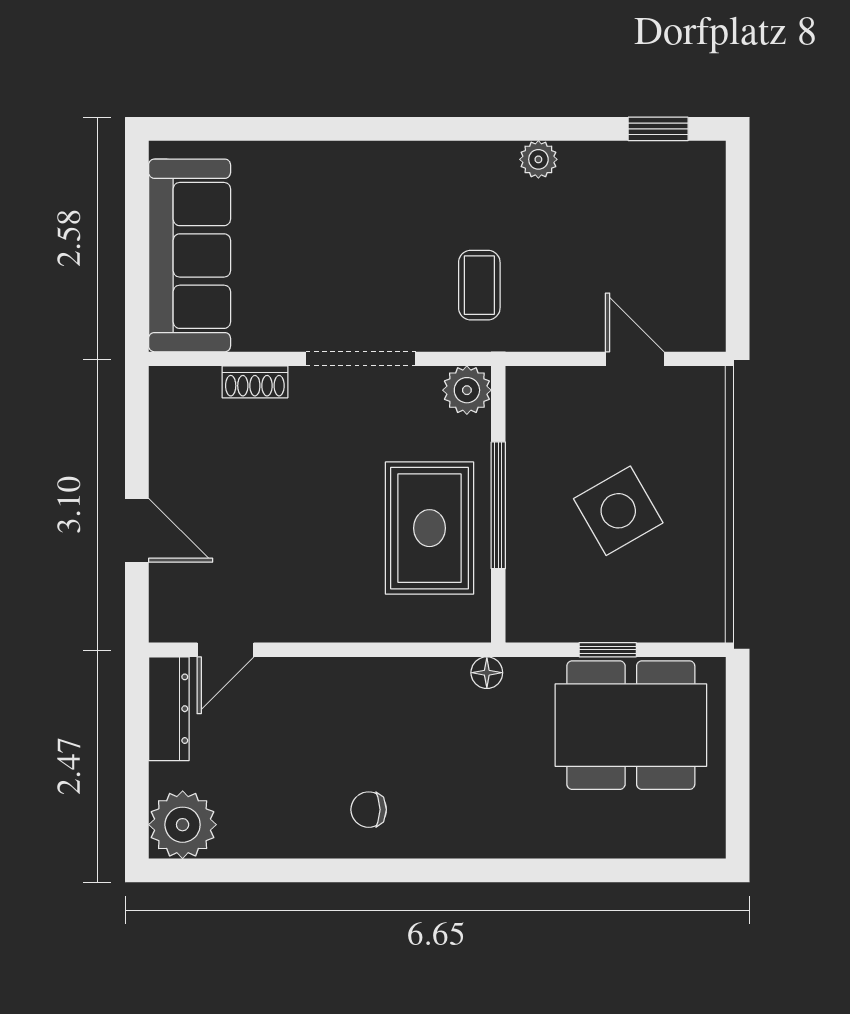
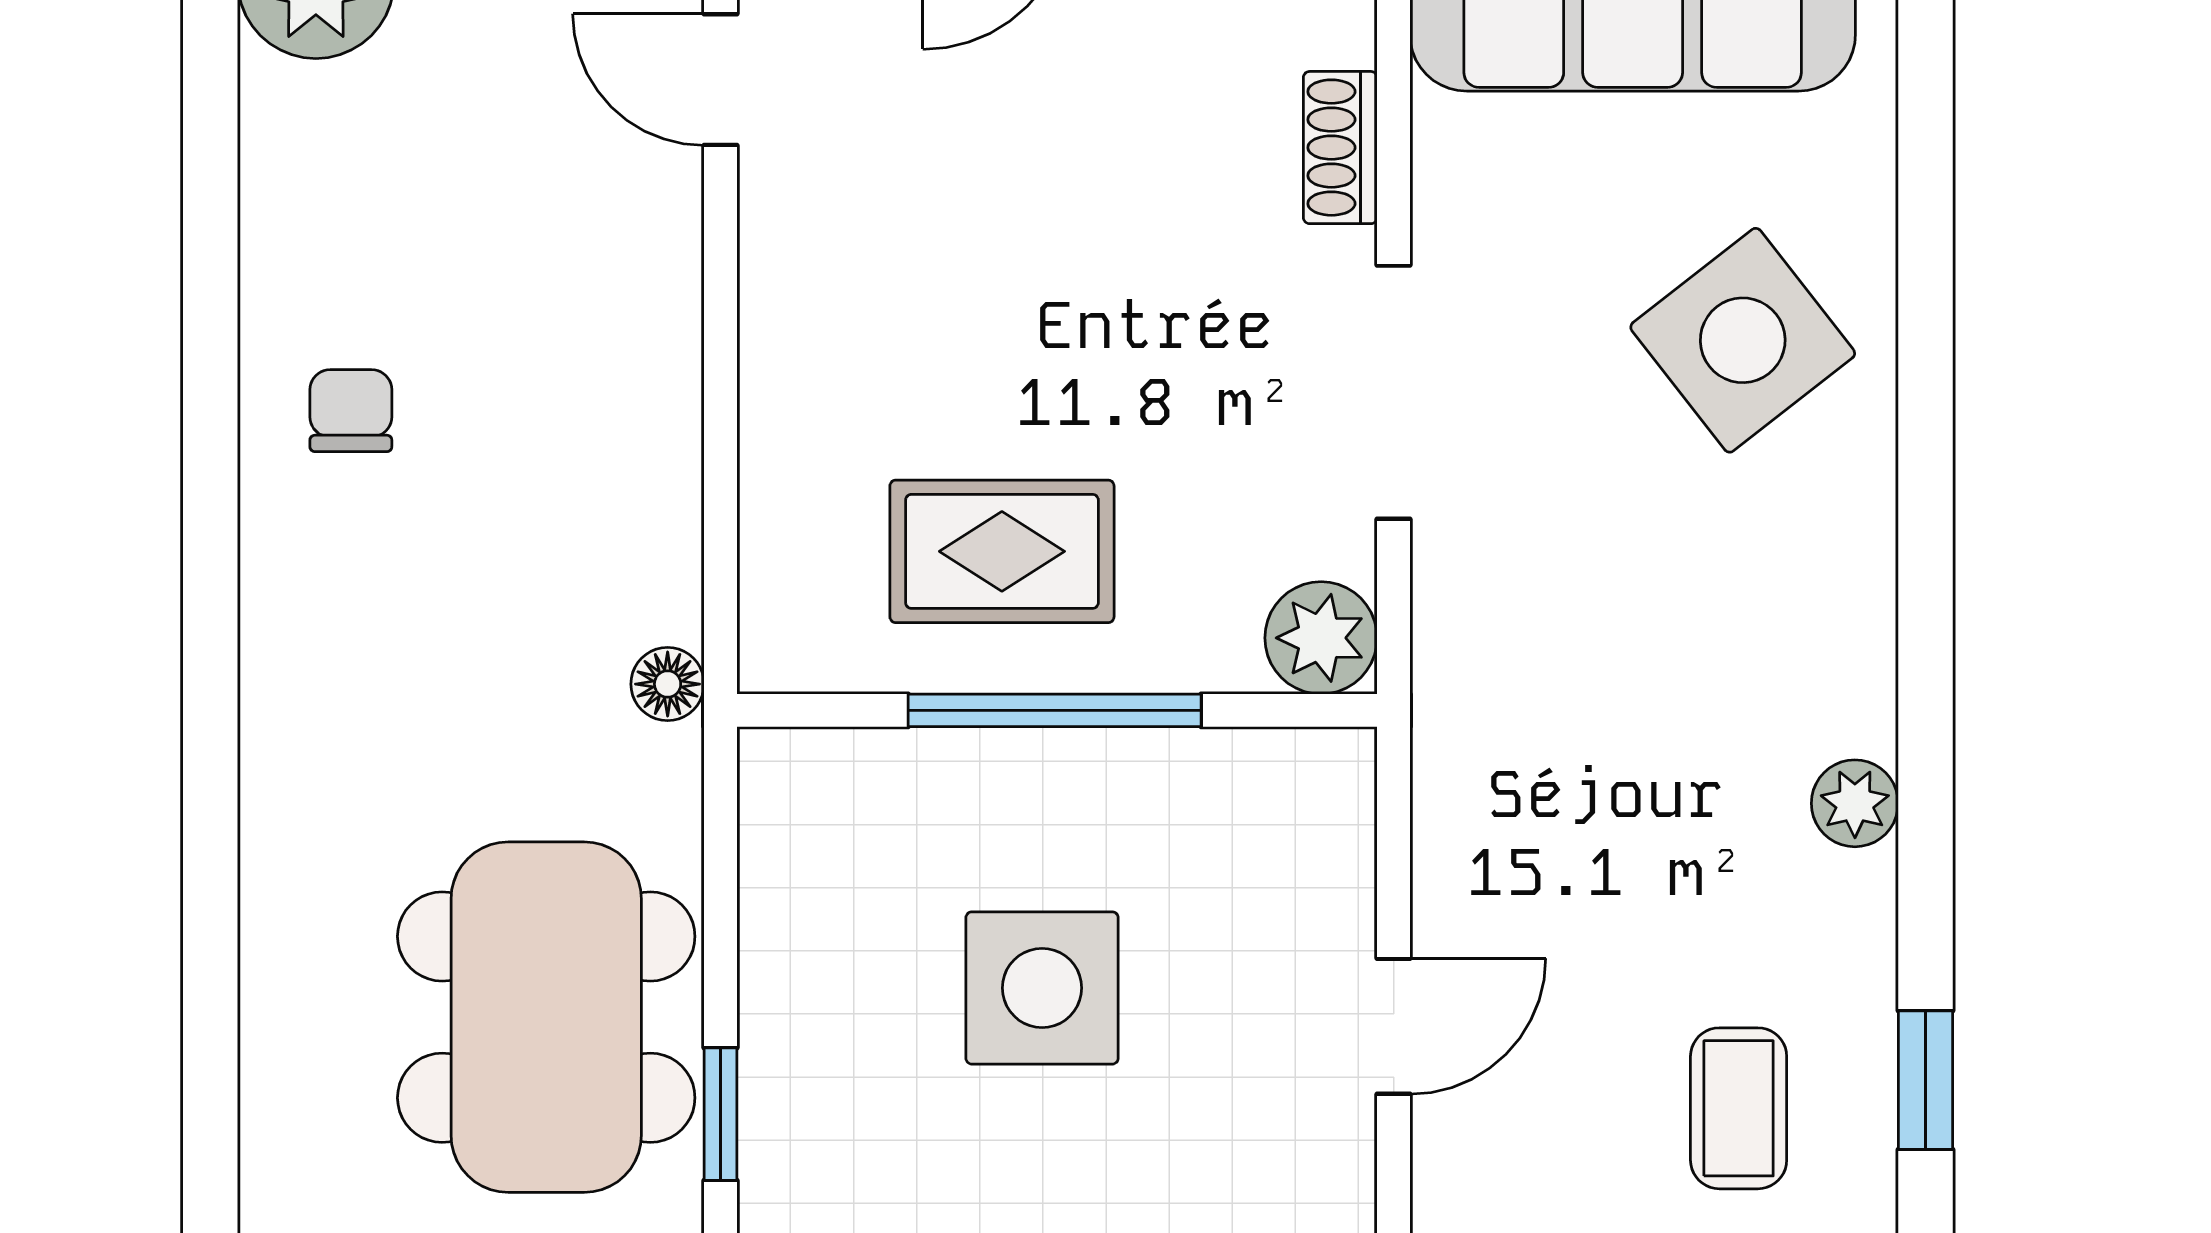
side table: (338, 208) -> (1743, 340), added
coffee table: (479, 285) -> (1739, 1108), moved, turned 90
side table: (618, 511) -> (1042, 988), turned 30
rug: (429, 528) -> (1002, 551), width x0.73, depth x0.70
window: (608, 650) -> (720, 1114), moved

